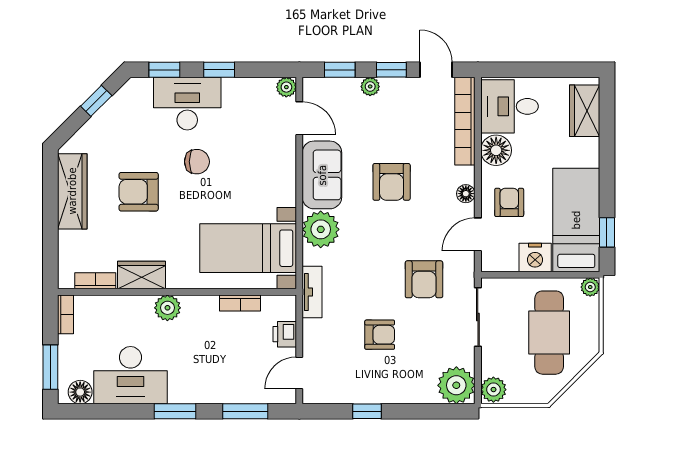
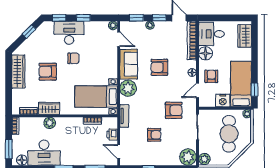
armchair: (392, 182) -> (159, 67), turned 90
armchair: (424, 279) -> (174, 110), turned -90
plant: (167, 308) -> (50, 123), moved
door: (299, 373) -> (119, 152), hinge flipped

